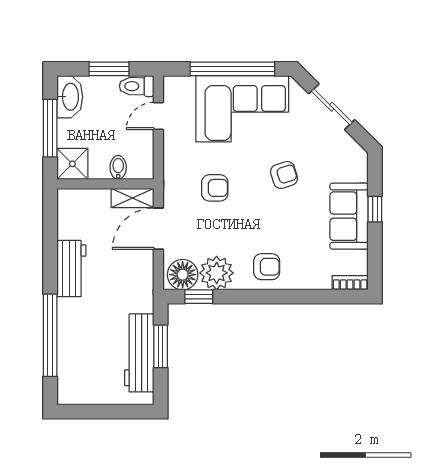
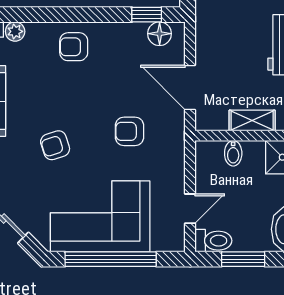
shelving: (132, 198) -> (252, 120), moved
door: (158, 229) -> (190, 87), swing flipped
plant: (217, 273) -> (15, 31), moved, width x0.53, depth x0.53
floor lamp: (183, 275) -> (160, 34), width x0.73, depth x0.73

